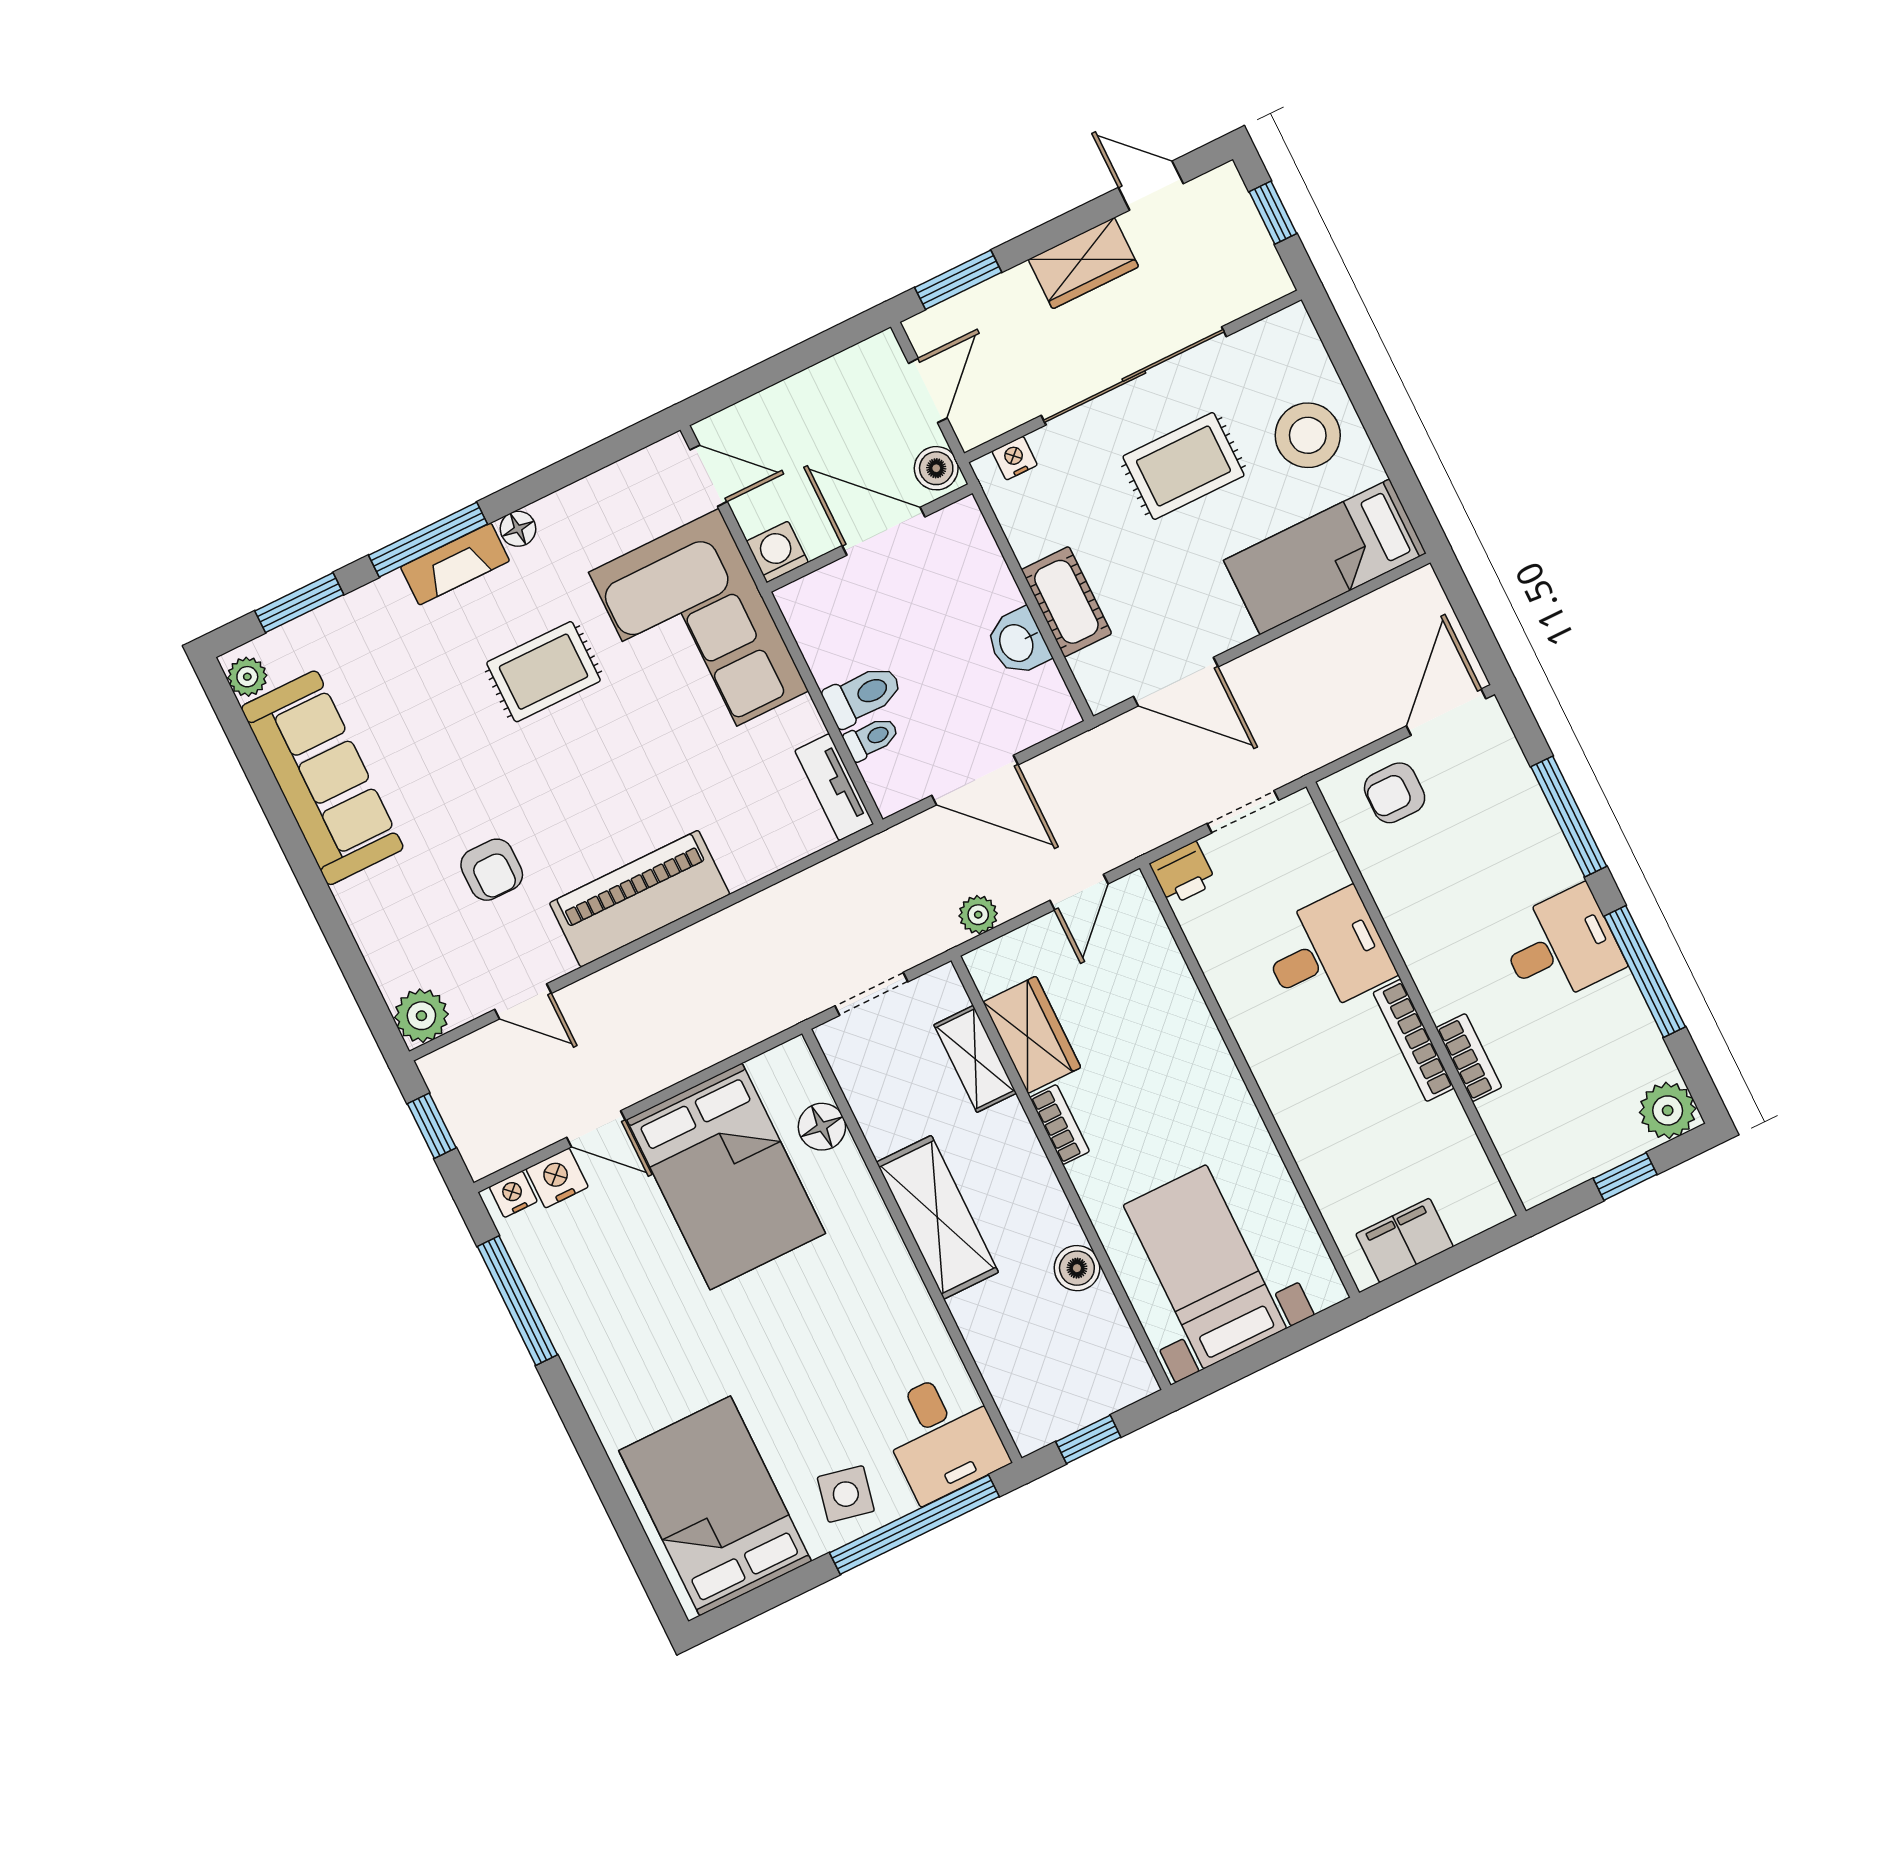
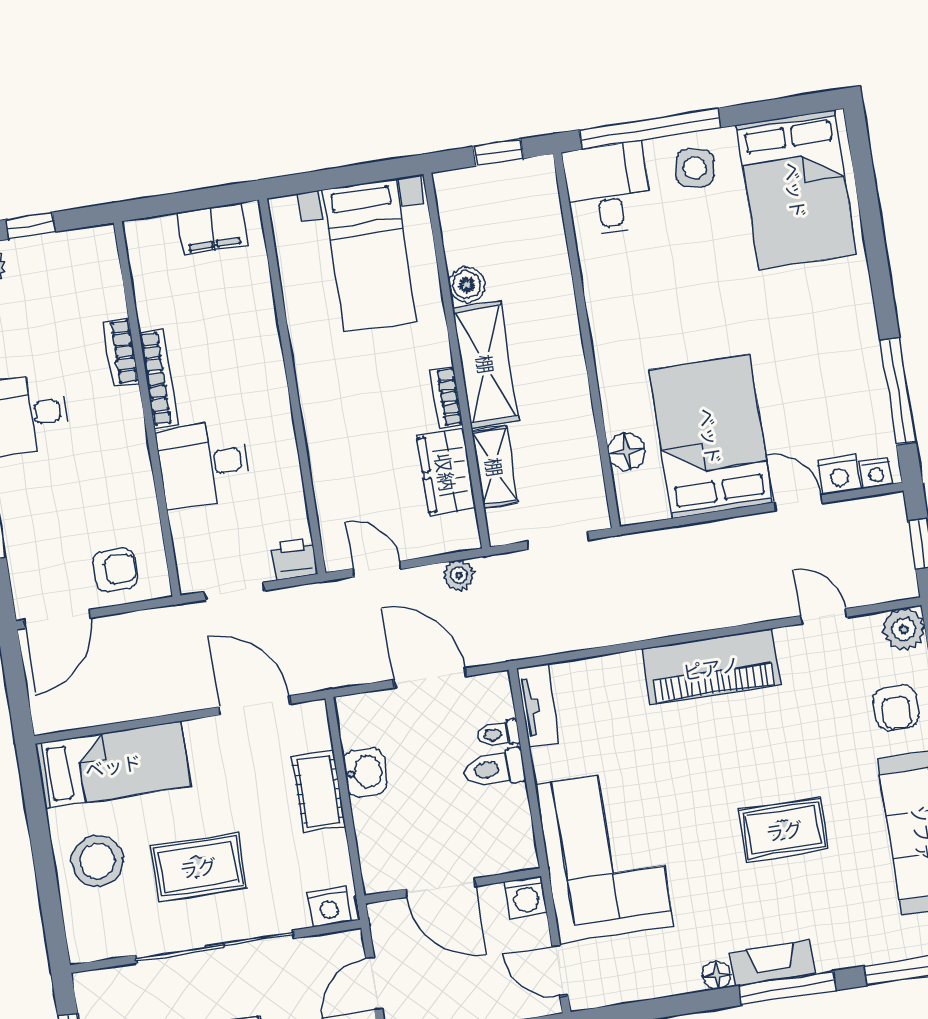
nightstand: (1015, 458) -> (329, 907), width x1.39, depth x1.35
boiler: (936, 468) -> (386, 923), removed
rug: (544, 672) -> (784, 830), moved
armchair: (492, 870) -> (896, 708), moved, turned 180
door: (1079, 892) -> (377, 569), hinge flipped
shelving: (937, 1217) -> (486, 364), moved

